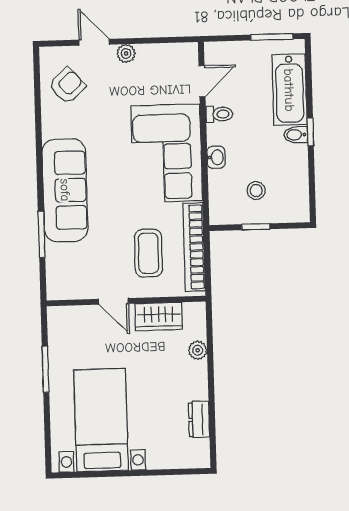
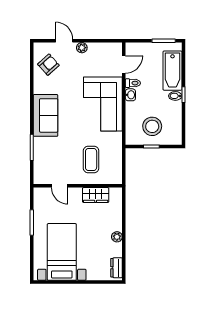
washbasin: (216, 157) -> (130, 95), moved
sofa: (65, 190) -> (45, 115), width x0.73
stool: (256, 191) -> (152, 126), width x1.89, depth x1.89
bookcase: (194, 247) -> (117, 157), removed
door: (114, 301) -> (60, 186), moved
plant: (198, 350) -> (117, 237), moved
dresser: (199, 419) -> (117, 268), moved

